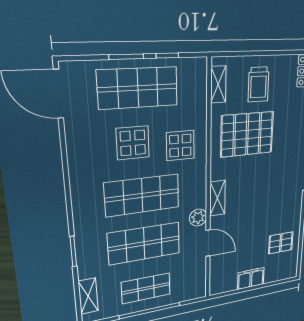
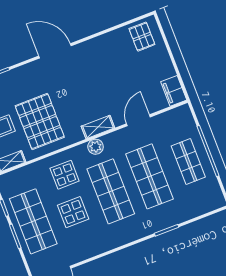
plant: (198, 218) -> (96, 147), moved
pallet: (281, 243) -> (142, 37), moved
filing cabinet: (251, 278) -> (174, 91), moved
shelving: (88, 296) -> (202, 208), removed

